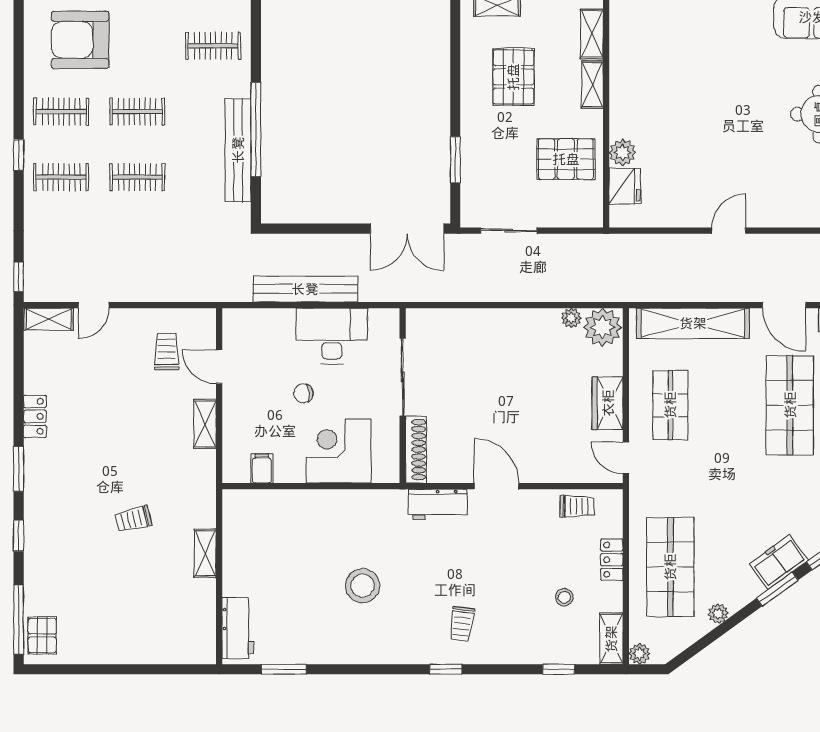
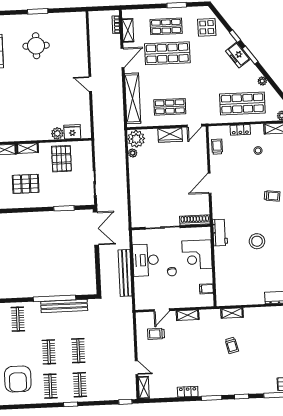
workbench: (438, 504) -> (220, 233), moved
shelving: (205, 553) -> (232, 313), moved

